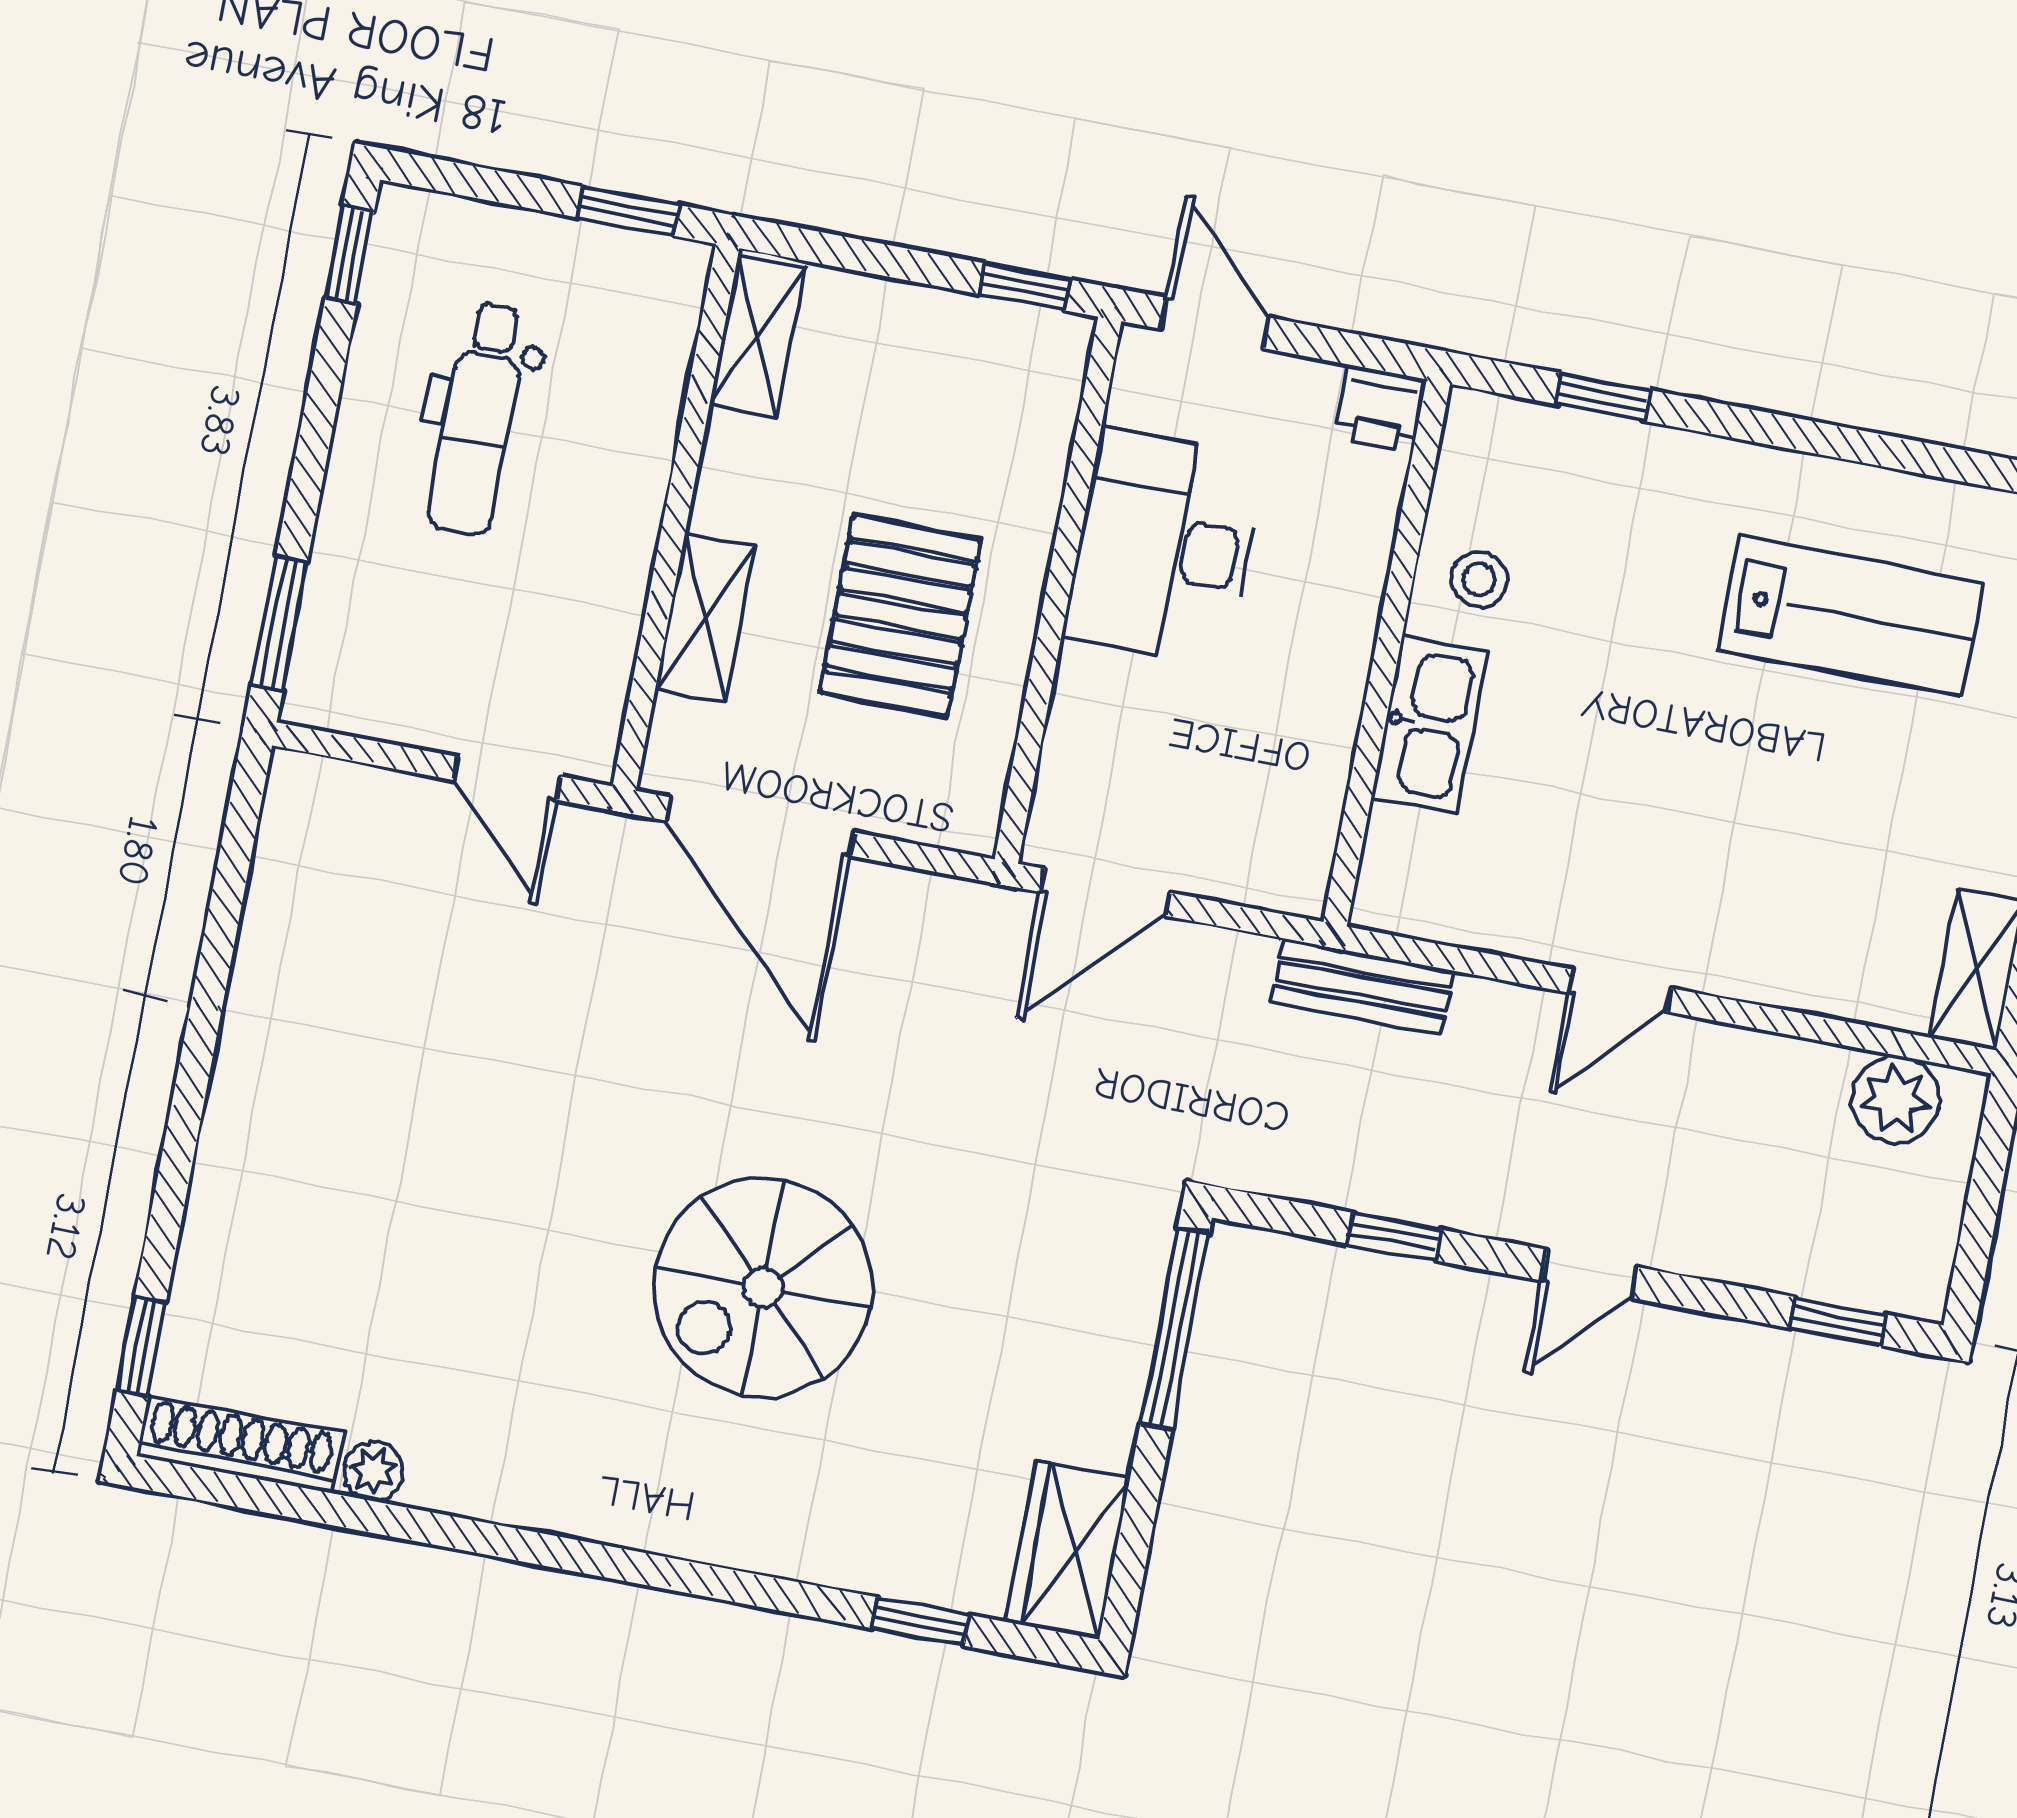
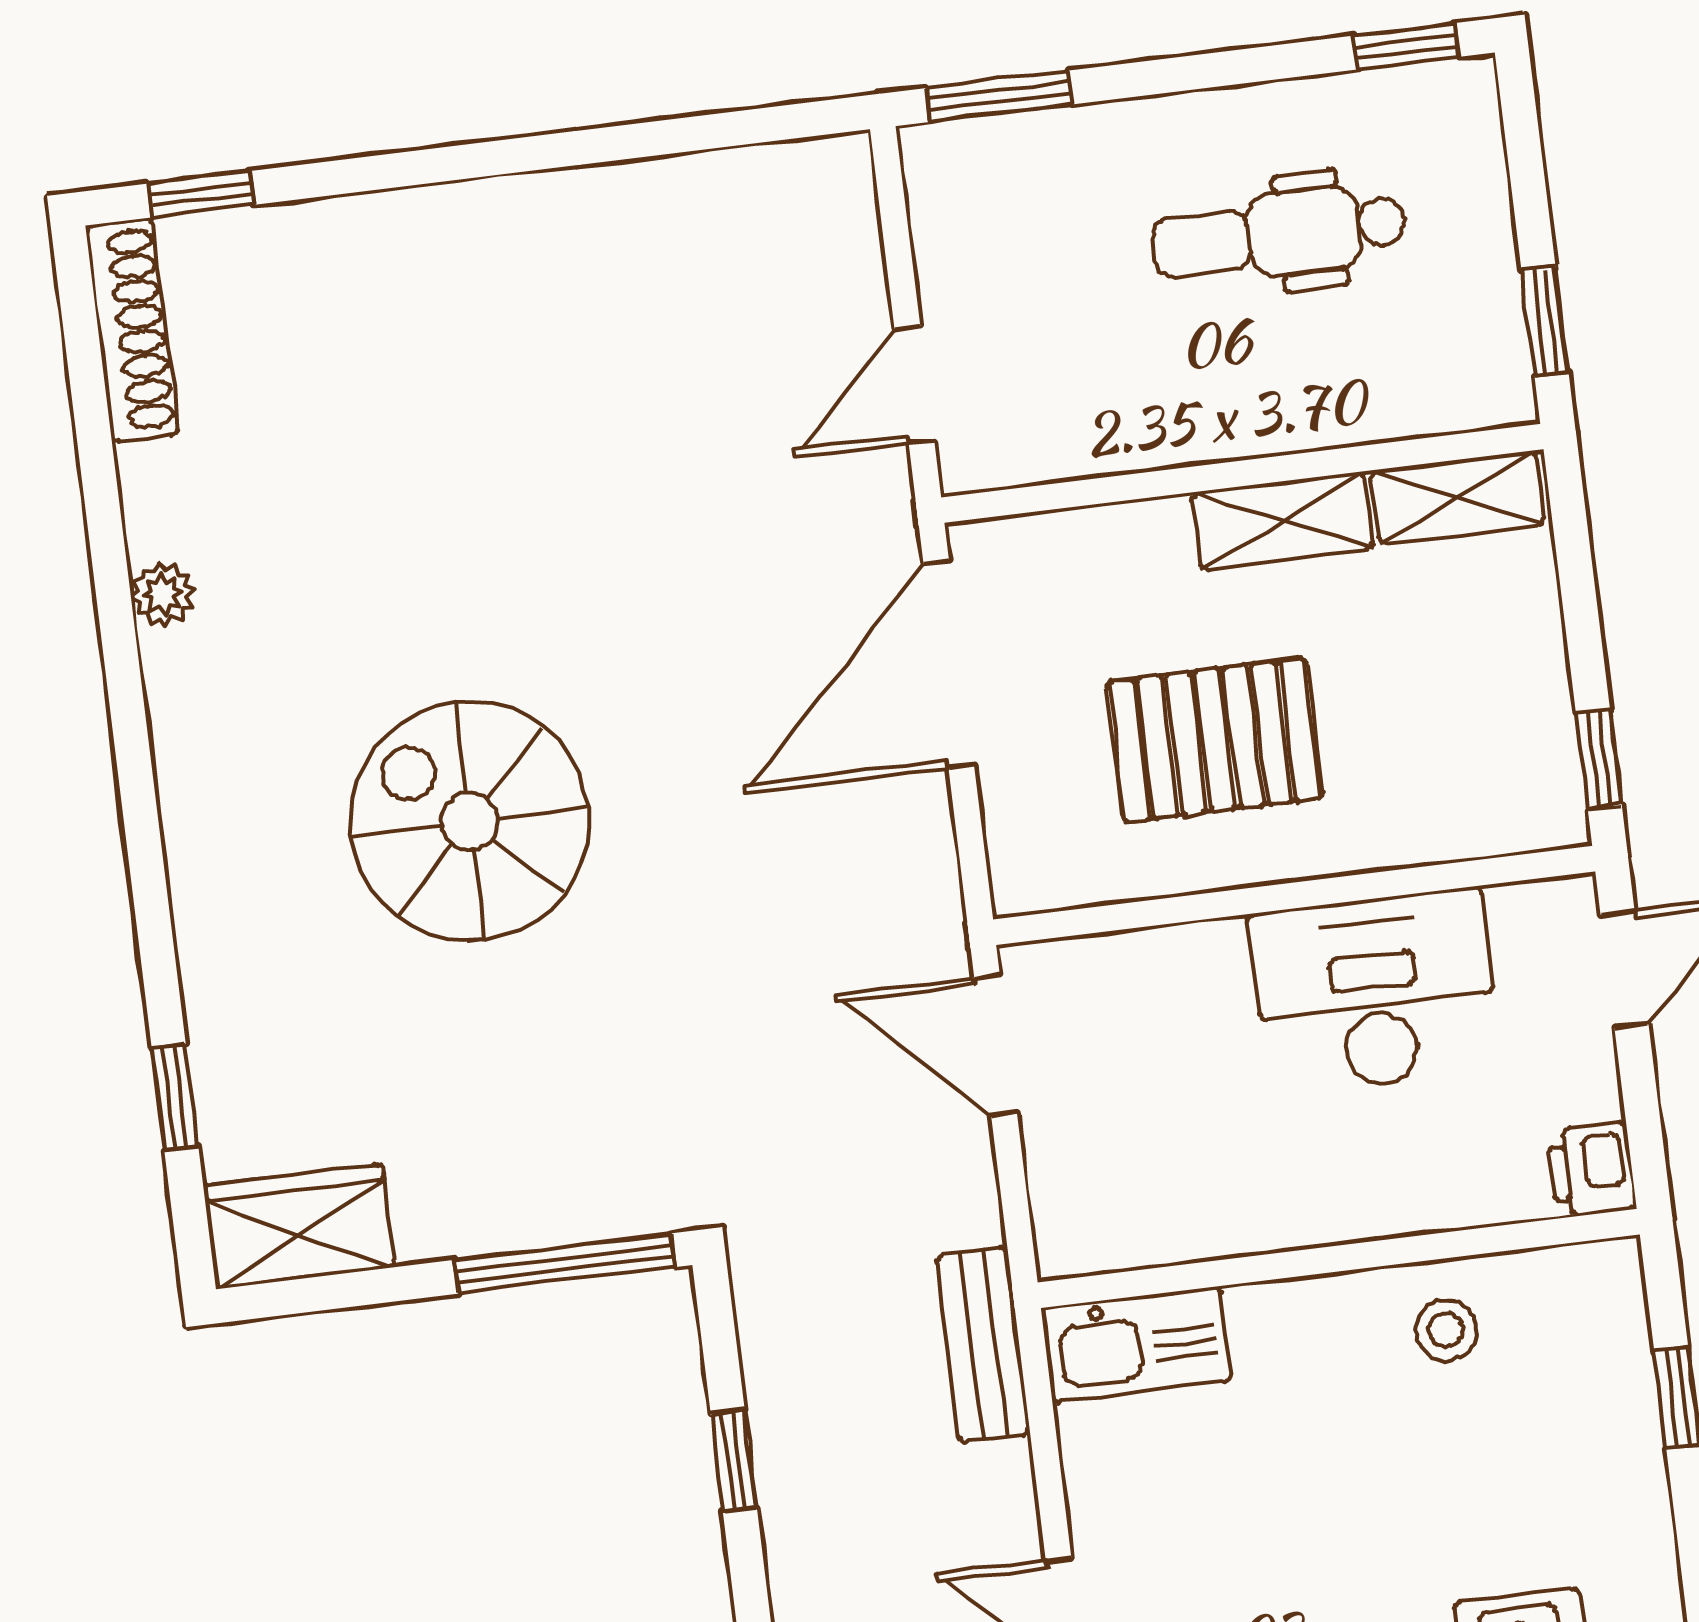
shelving: (705, 618) -> (1283, 521), moved
kitchen sink: (1429, 724) -> (1136, 1344), moved
plant: (373, 1471) -> (163, 594), moved

